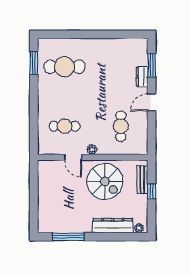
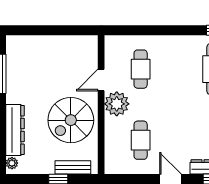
cafe table: (121, 126) -> (141, 140), turned 90
plant: (92, 150) -> (117, 104), width x1.88, depth x1.88

